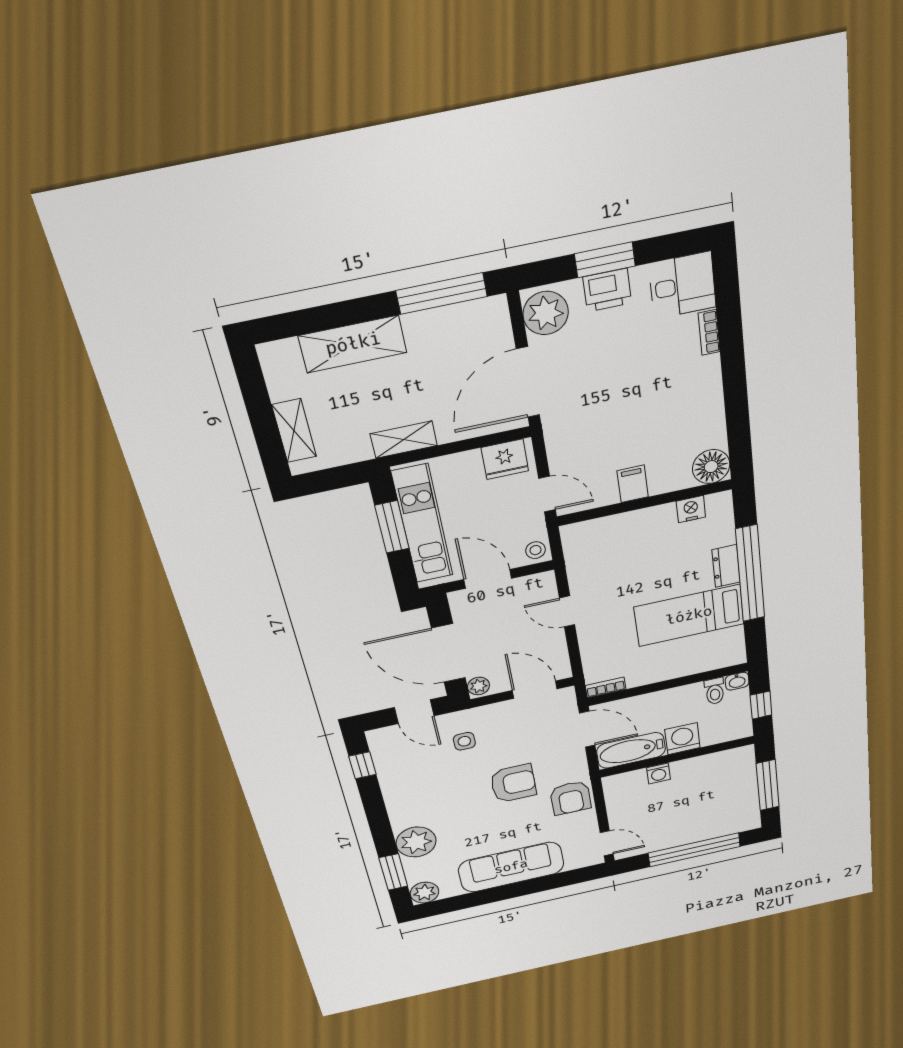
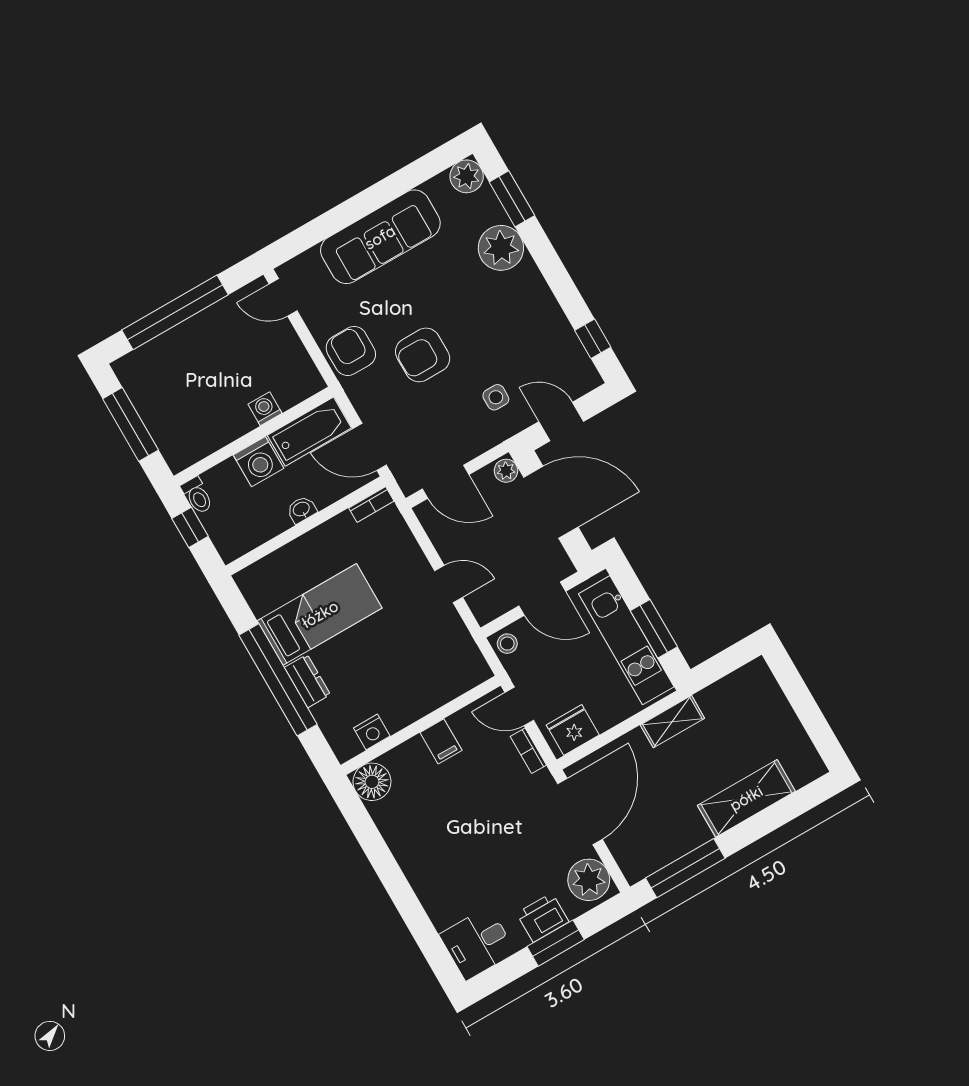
bookcase: (709, 332) -> (528, 751), moved, turned 180
shelving: (294, 431) -> (773, 701), removed
washbasin: (737, 681) -> (302, 510), moved
toilet: (715, 691) -> (197, 496), moved, turned 180

